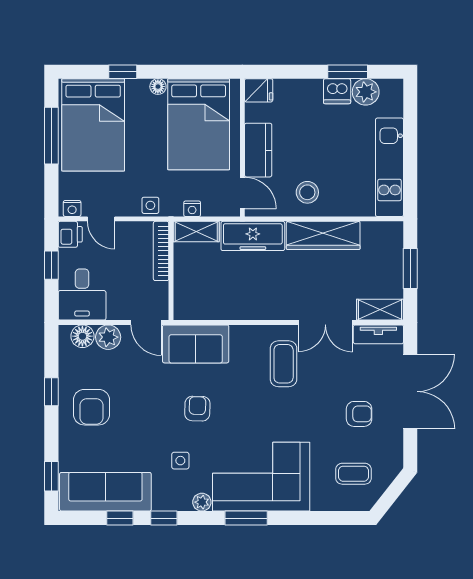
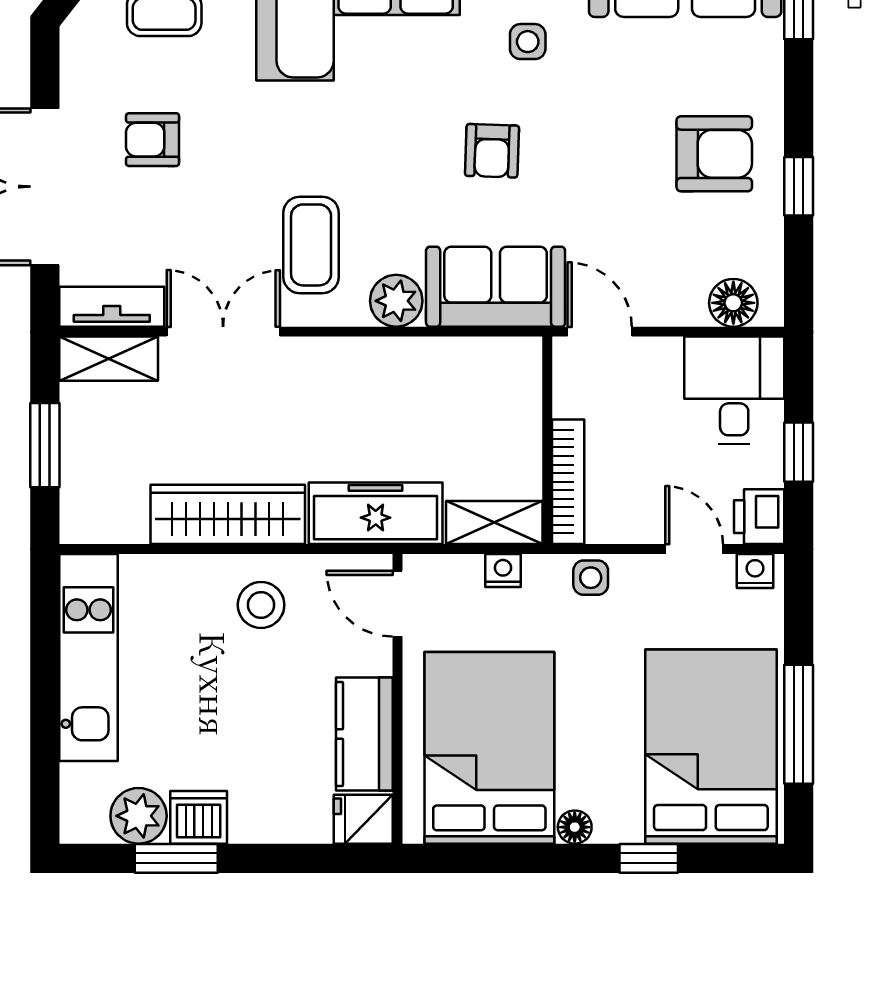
kitchen counter: (258, 150) -> (364, 734), moved
plant: (108, 337) -> (396, 301), moved
armchair: (91, 407) -> (714, 154), turned 90

